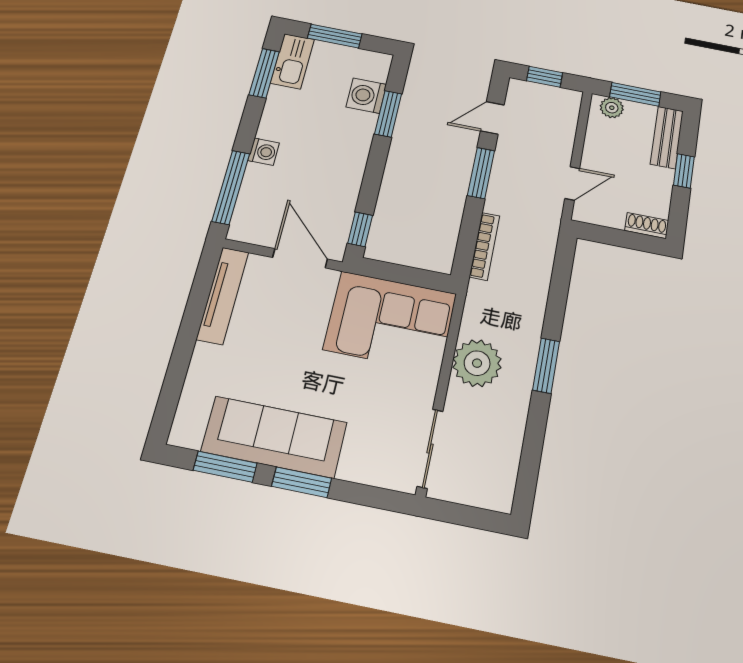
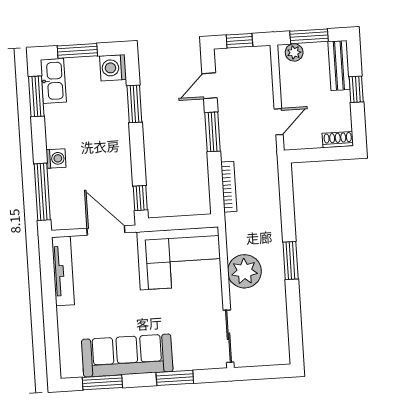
washing machine: (366, 96) -> (113, 68), moved
window: (302, 482) -> (175, 378), moved

